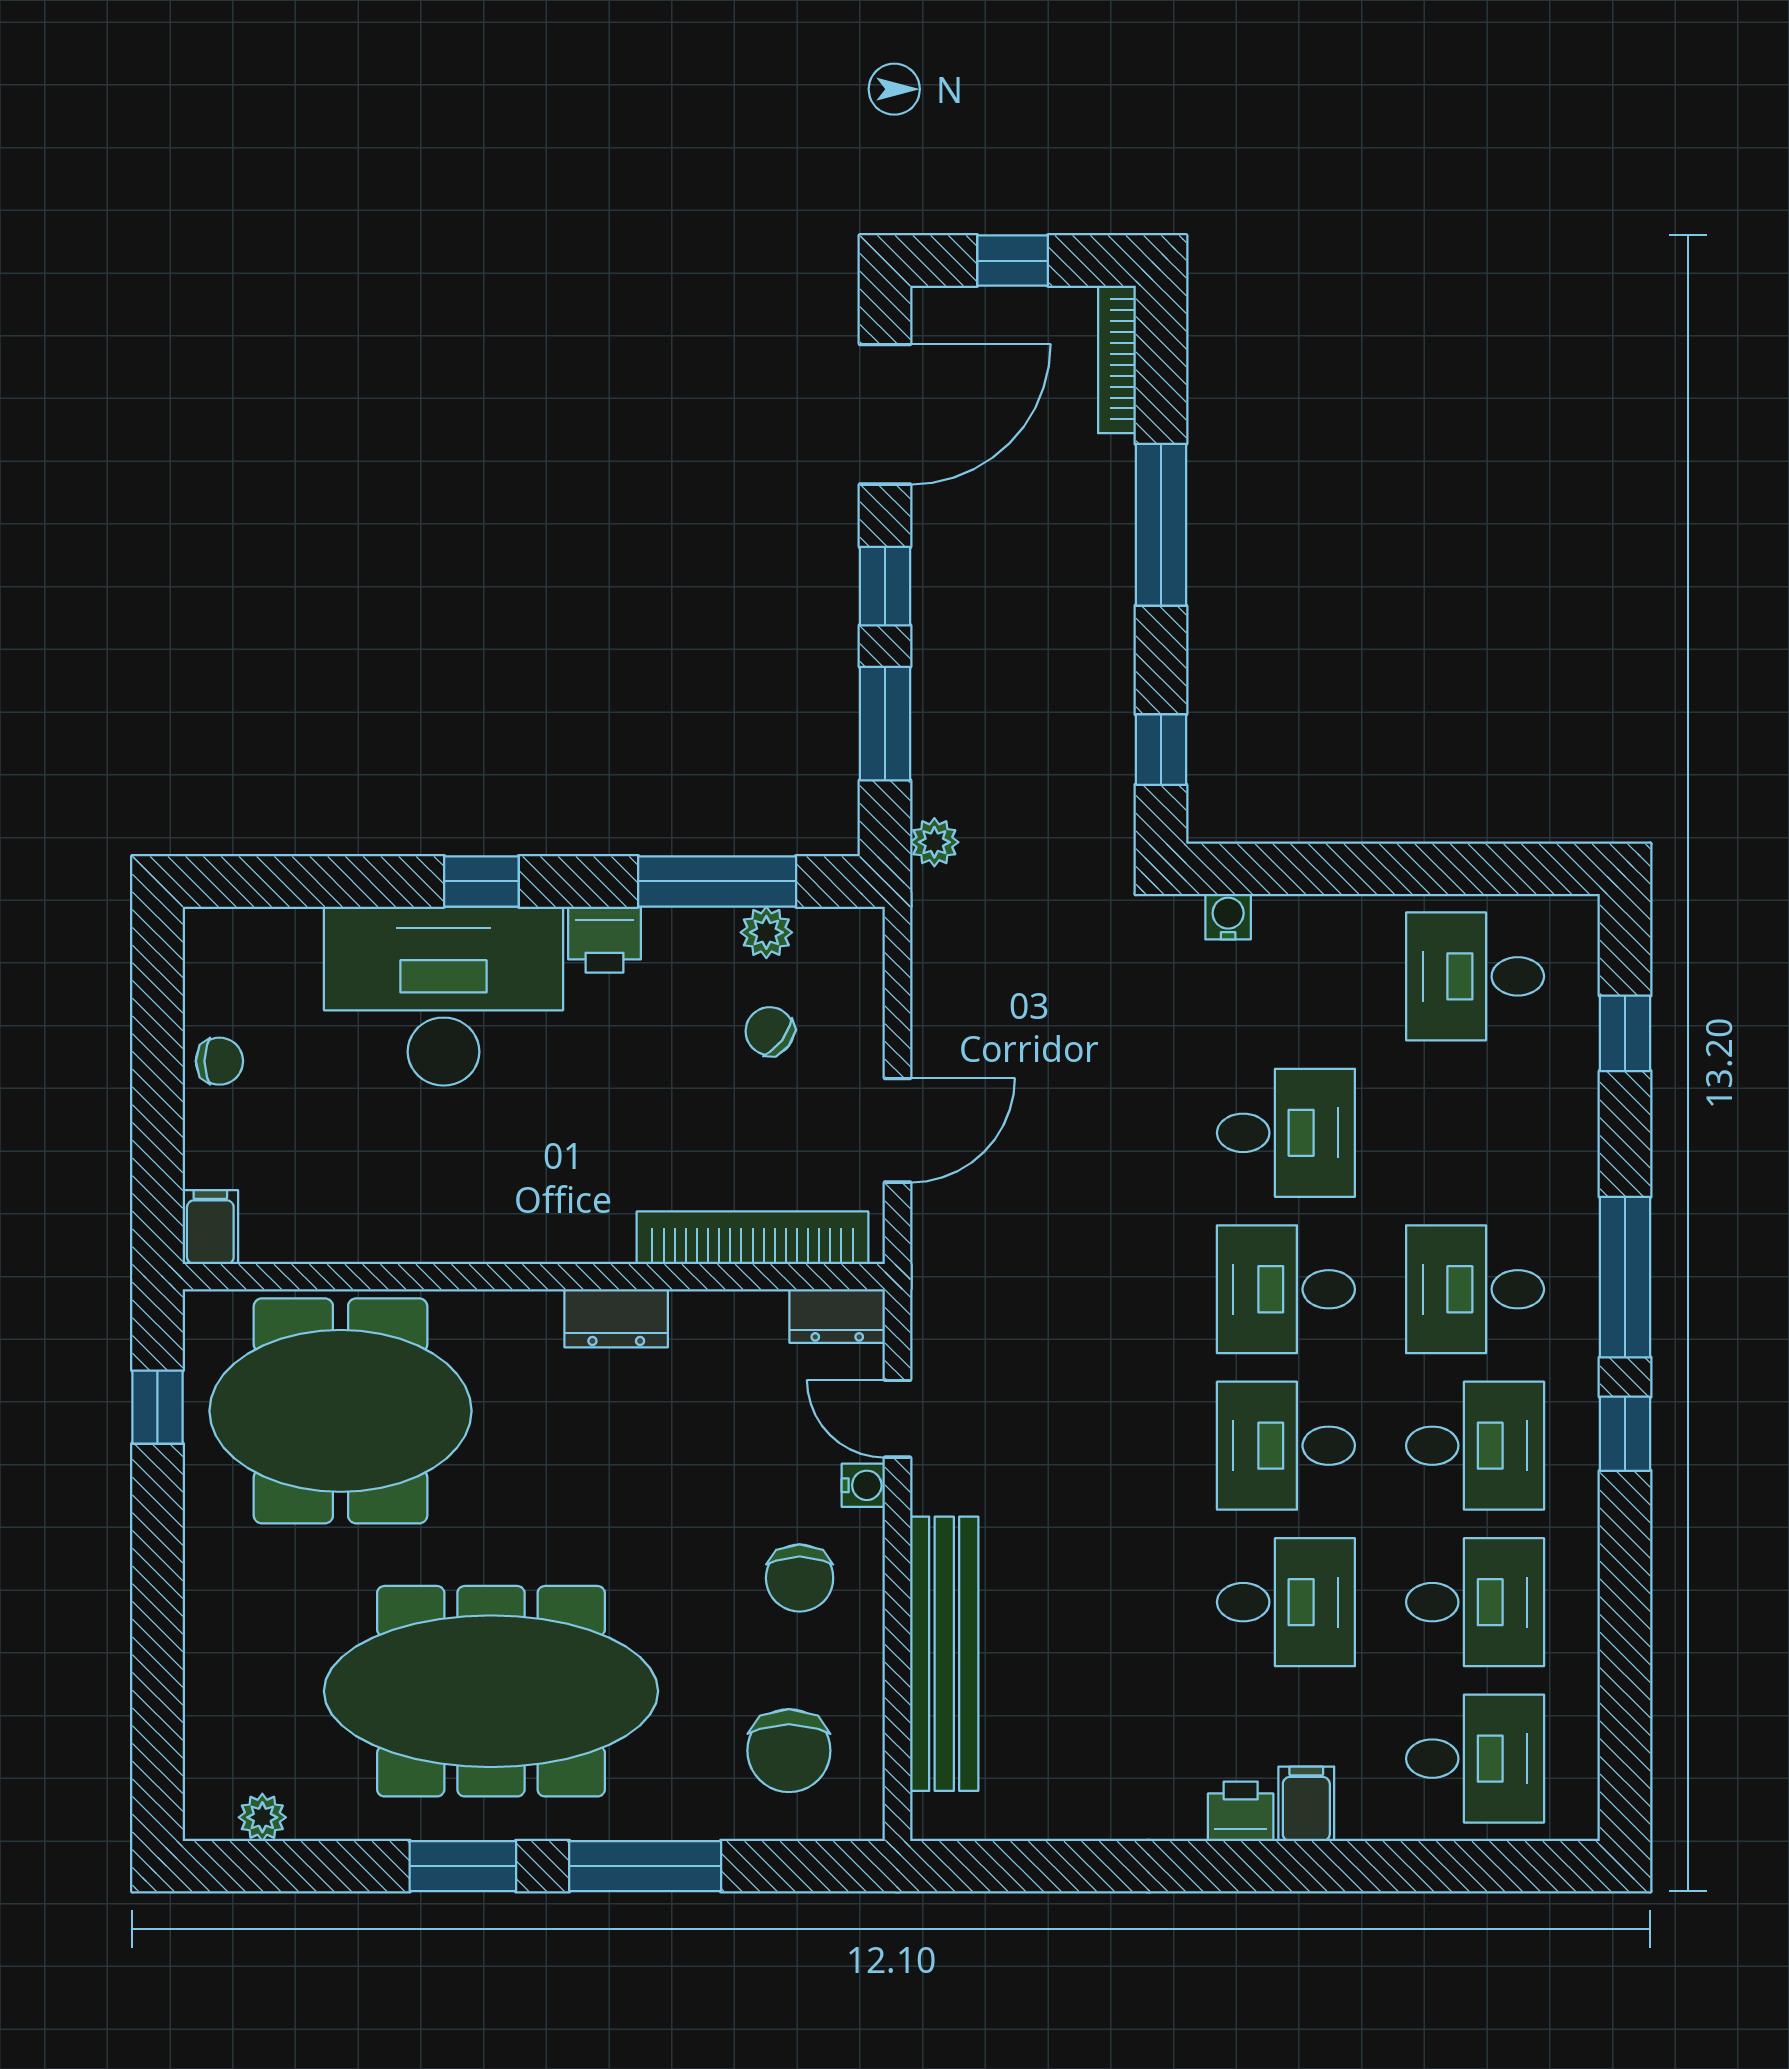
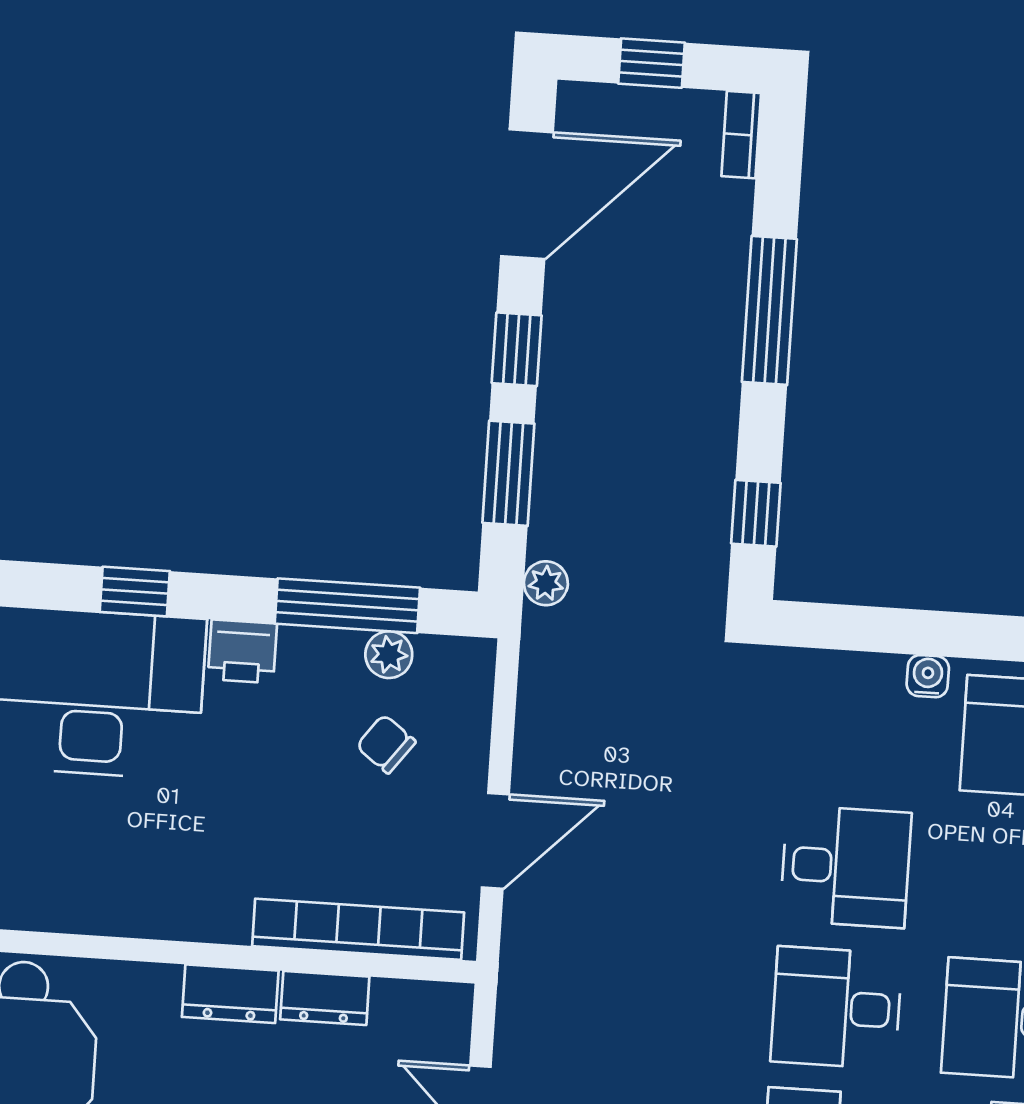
bookcase: (1117, 359) -> (741, 135), width x0.64
water cooler: (1228, 917) -> (928, 676), moved
dresser: (837, 1316) -> (325, 998), moved

